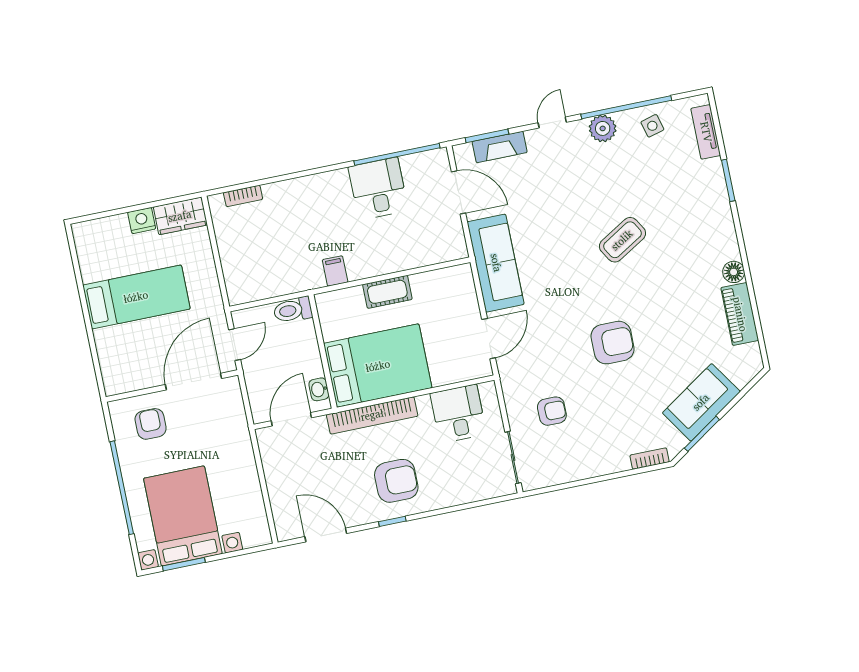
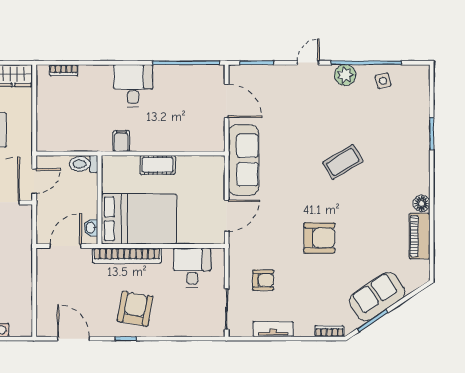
tv unit: (706, 132) -> (273, 329), moved, turned 90
fireplace: (500, 147) -> (265, 73), removed
desk: (378, 189) -> (133, 86), moved
armchair: (396, 481) -> (135, 309), turned -80

